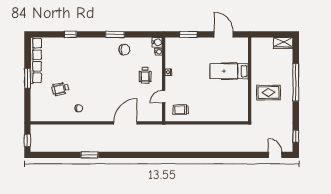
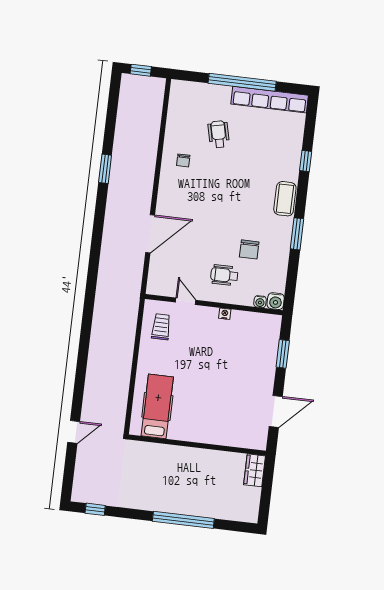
wardrobe: (283, 43) -> (255, 470), moved
coffee table: (95, 44) -> (285, 199), added
chair: (124, 50) -> (249, 249), moved
hospital bed: (229, 71) -> (157, 406), moved
window: (27, 78) -> (242, 82), width x2.11
rug: (268, 92) -> (172, 473), removed
door: (125, 123) -> (150, 234), hinge flipped
door: (275, 155) -> (74, 432), moved

